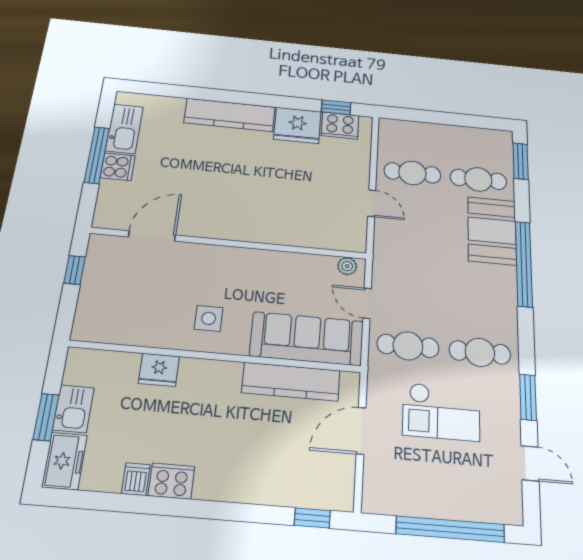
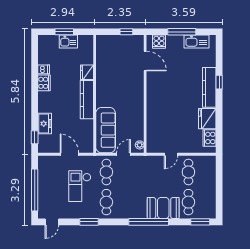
window: (336, 107) -> (219, 82), moved
cooker: (118, 167) -> (159, 42), moved
side table: (209, 318) -> (111, 89), removed
kitchen counter: (291, 382) -> (87, 100), moved
freezer: (64, 461) -> (45, 124), moved, turned -90
door: (530, 463) -> (52, 222), moved

